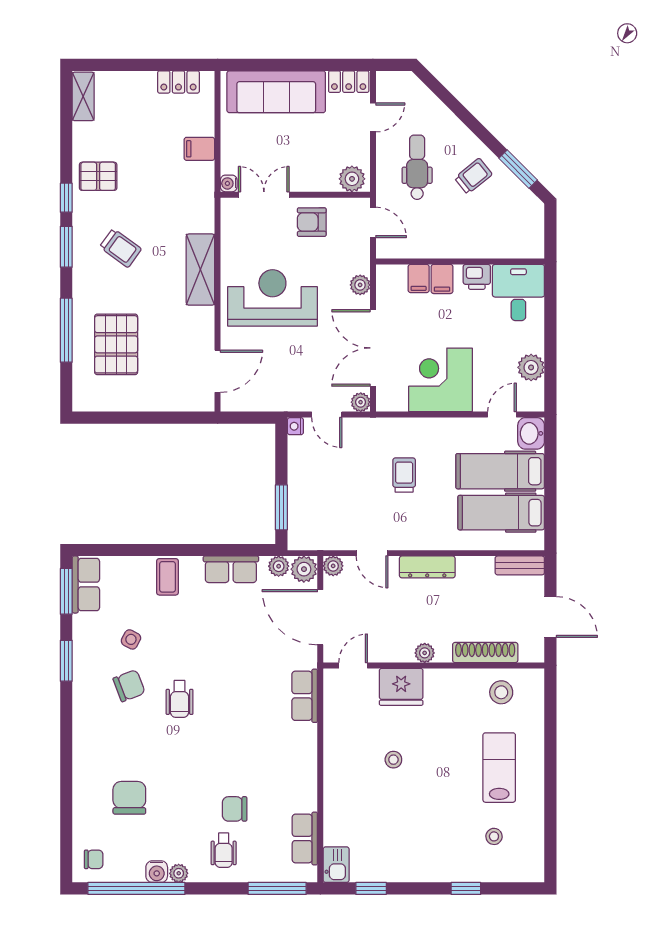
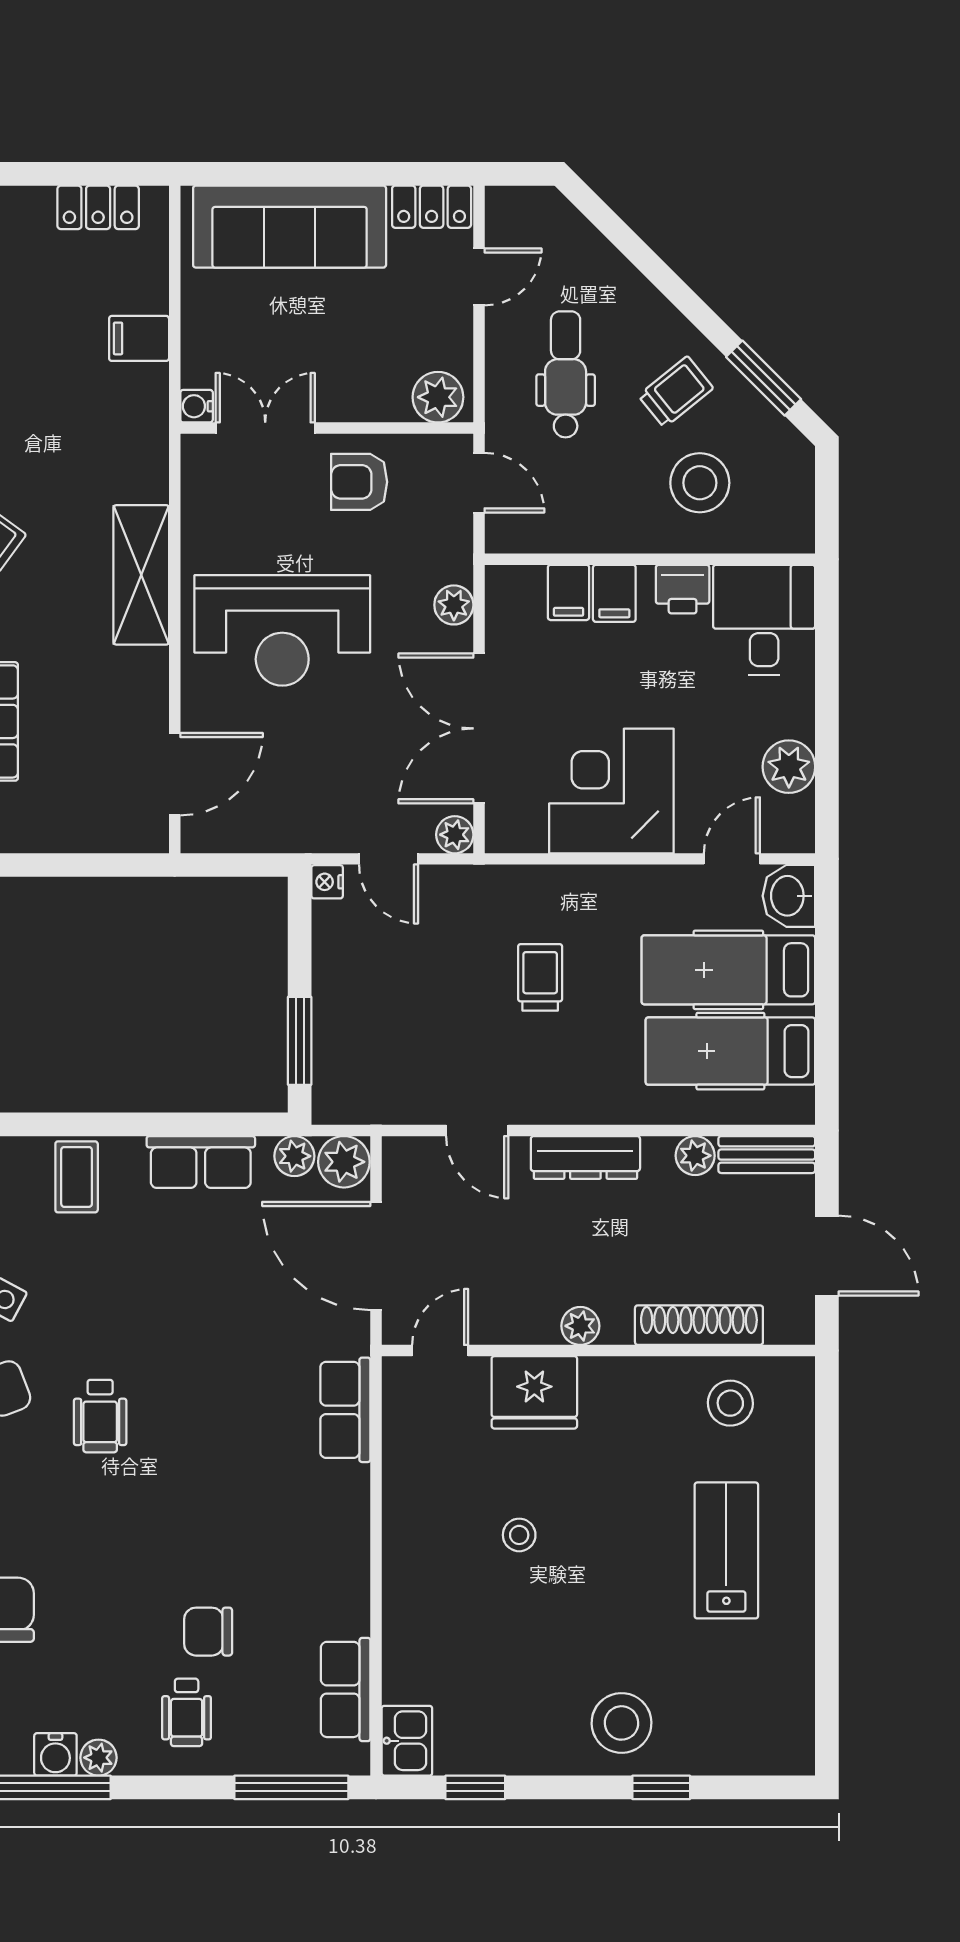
stool: (486, 223) -> (700, 483), added
reception desk: (272, 298) -> (282, 630), turned 180
plant: (333, 566) -> (695, 1156), moved
stool: (494, 836) -> (622, 1723), moved, width x1.89, depth x1.89

